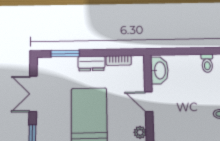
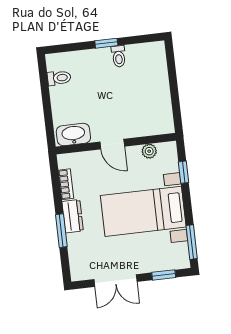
window: (65, 54) -> (61, 231), moved
door: (149, 102) -> (112, 144), hinge flipped

